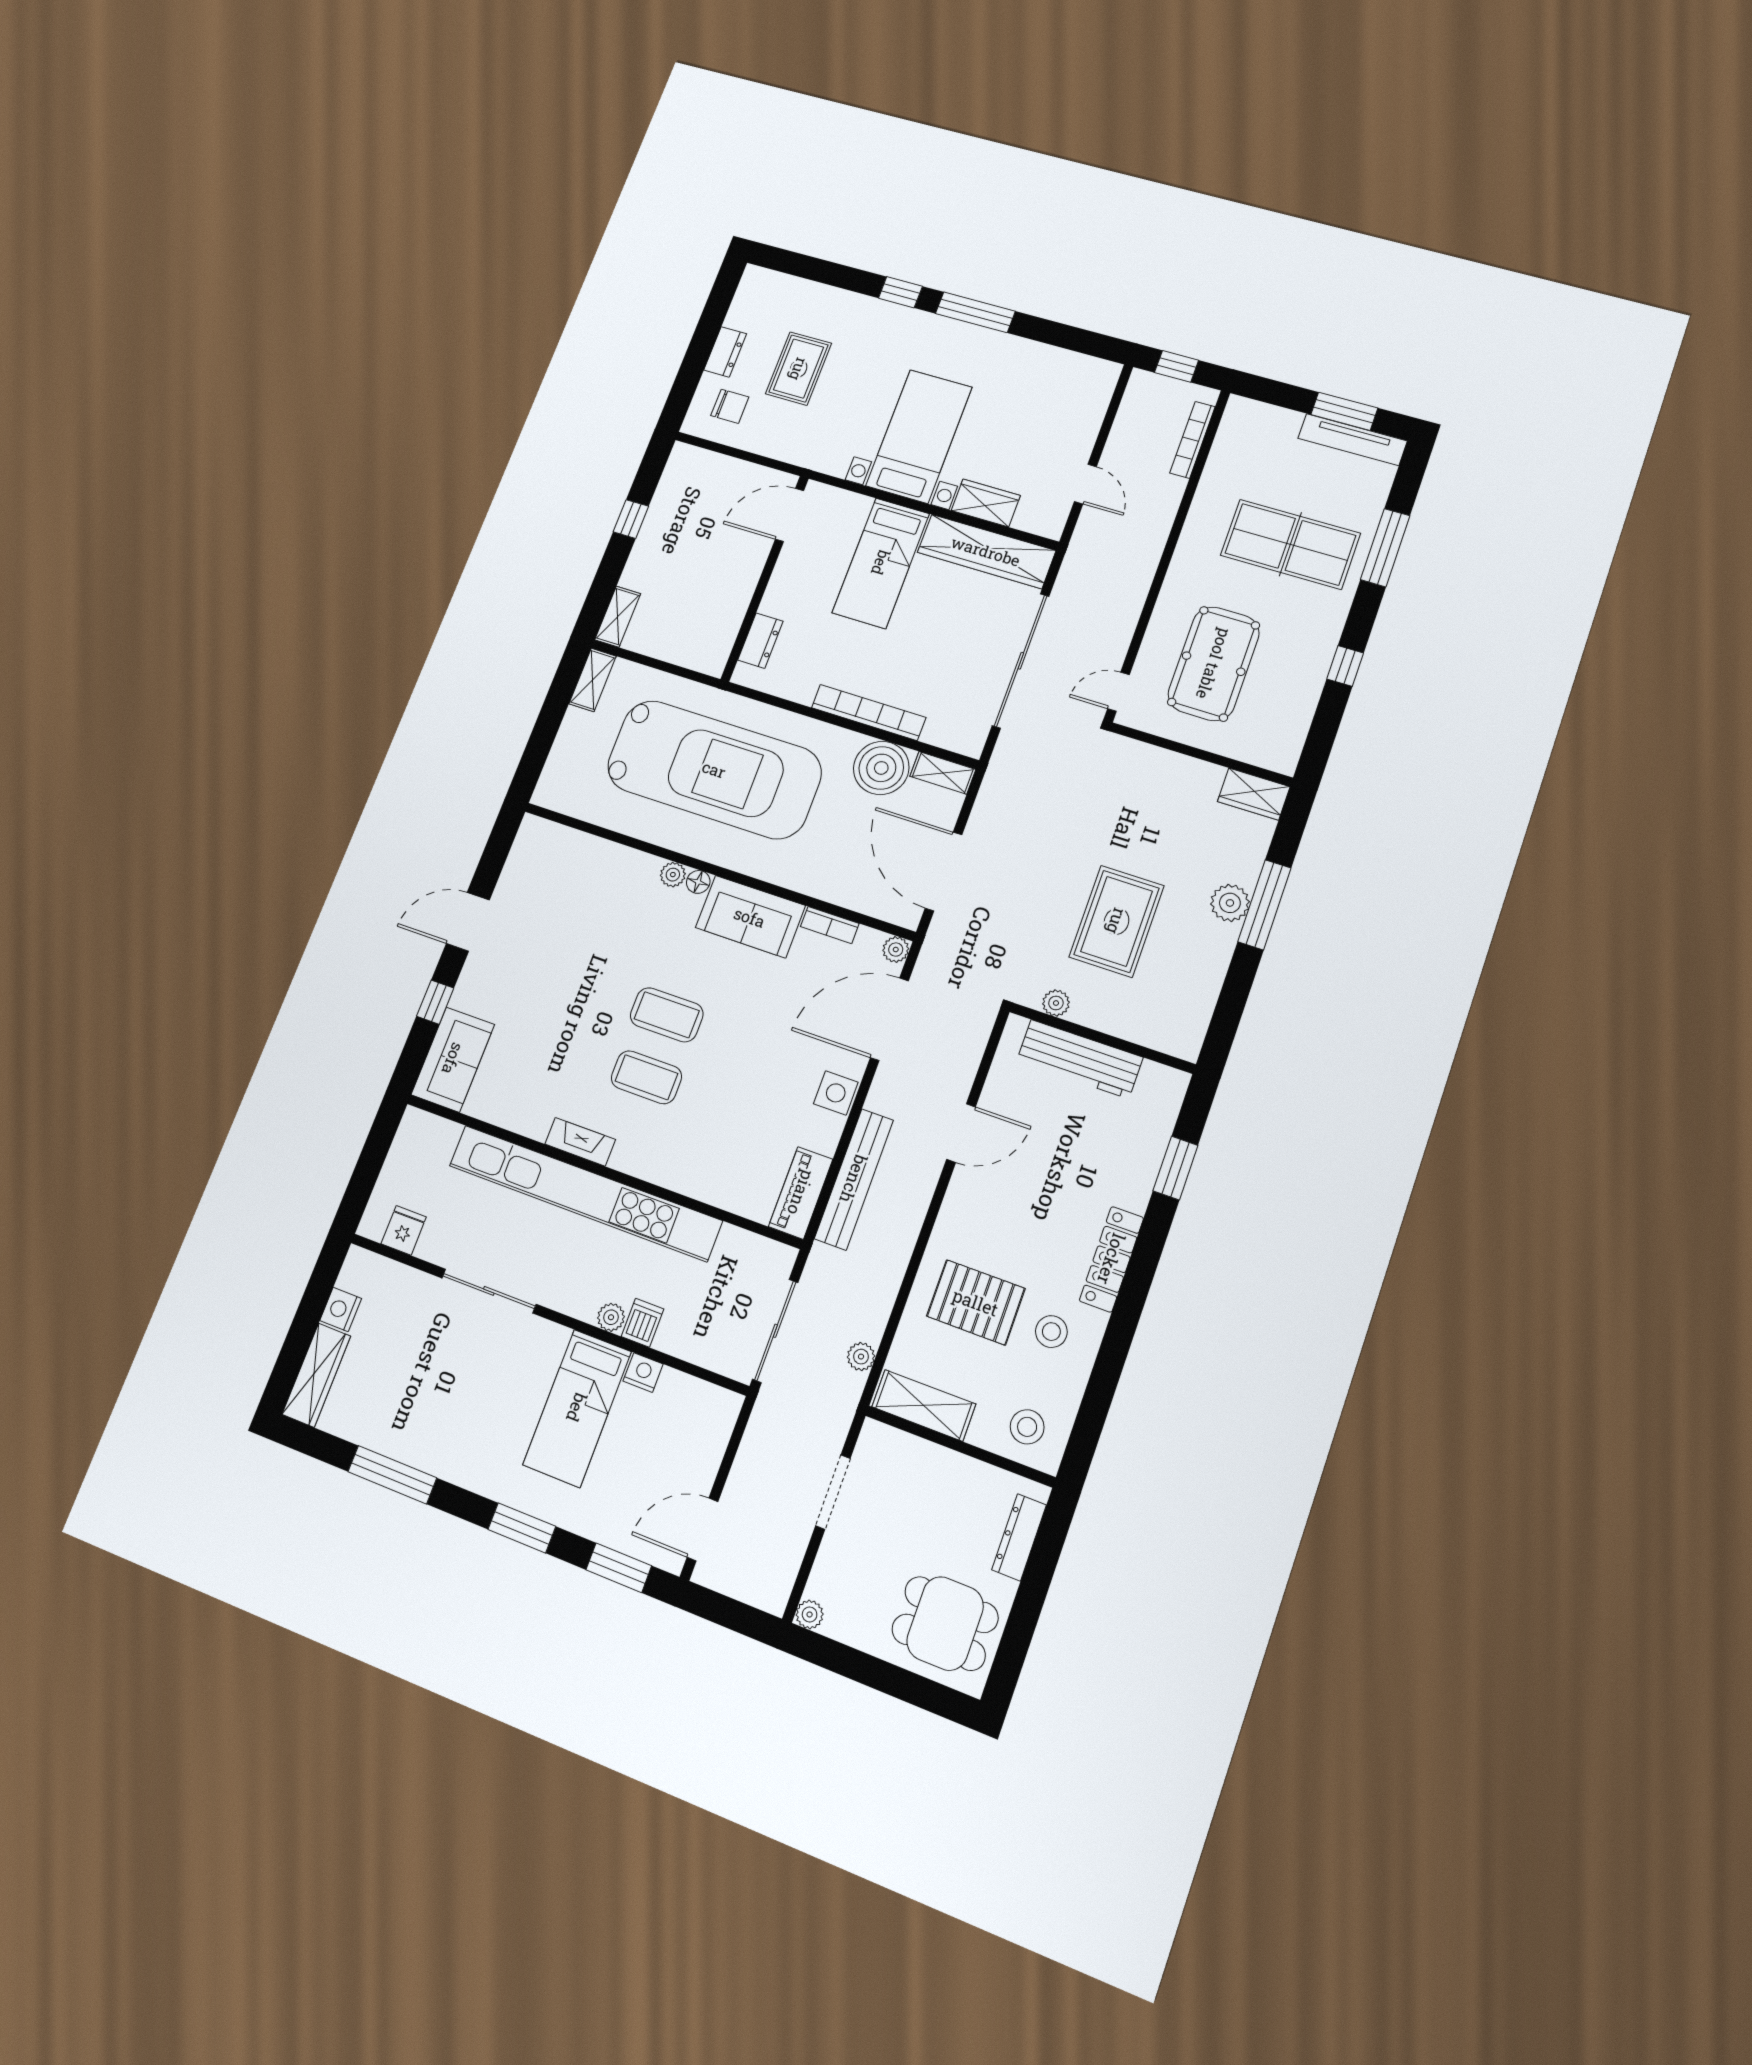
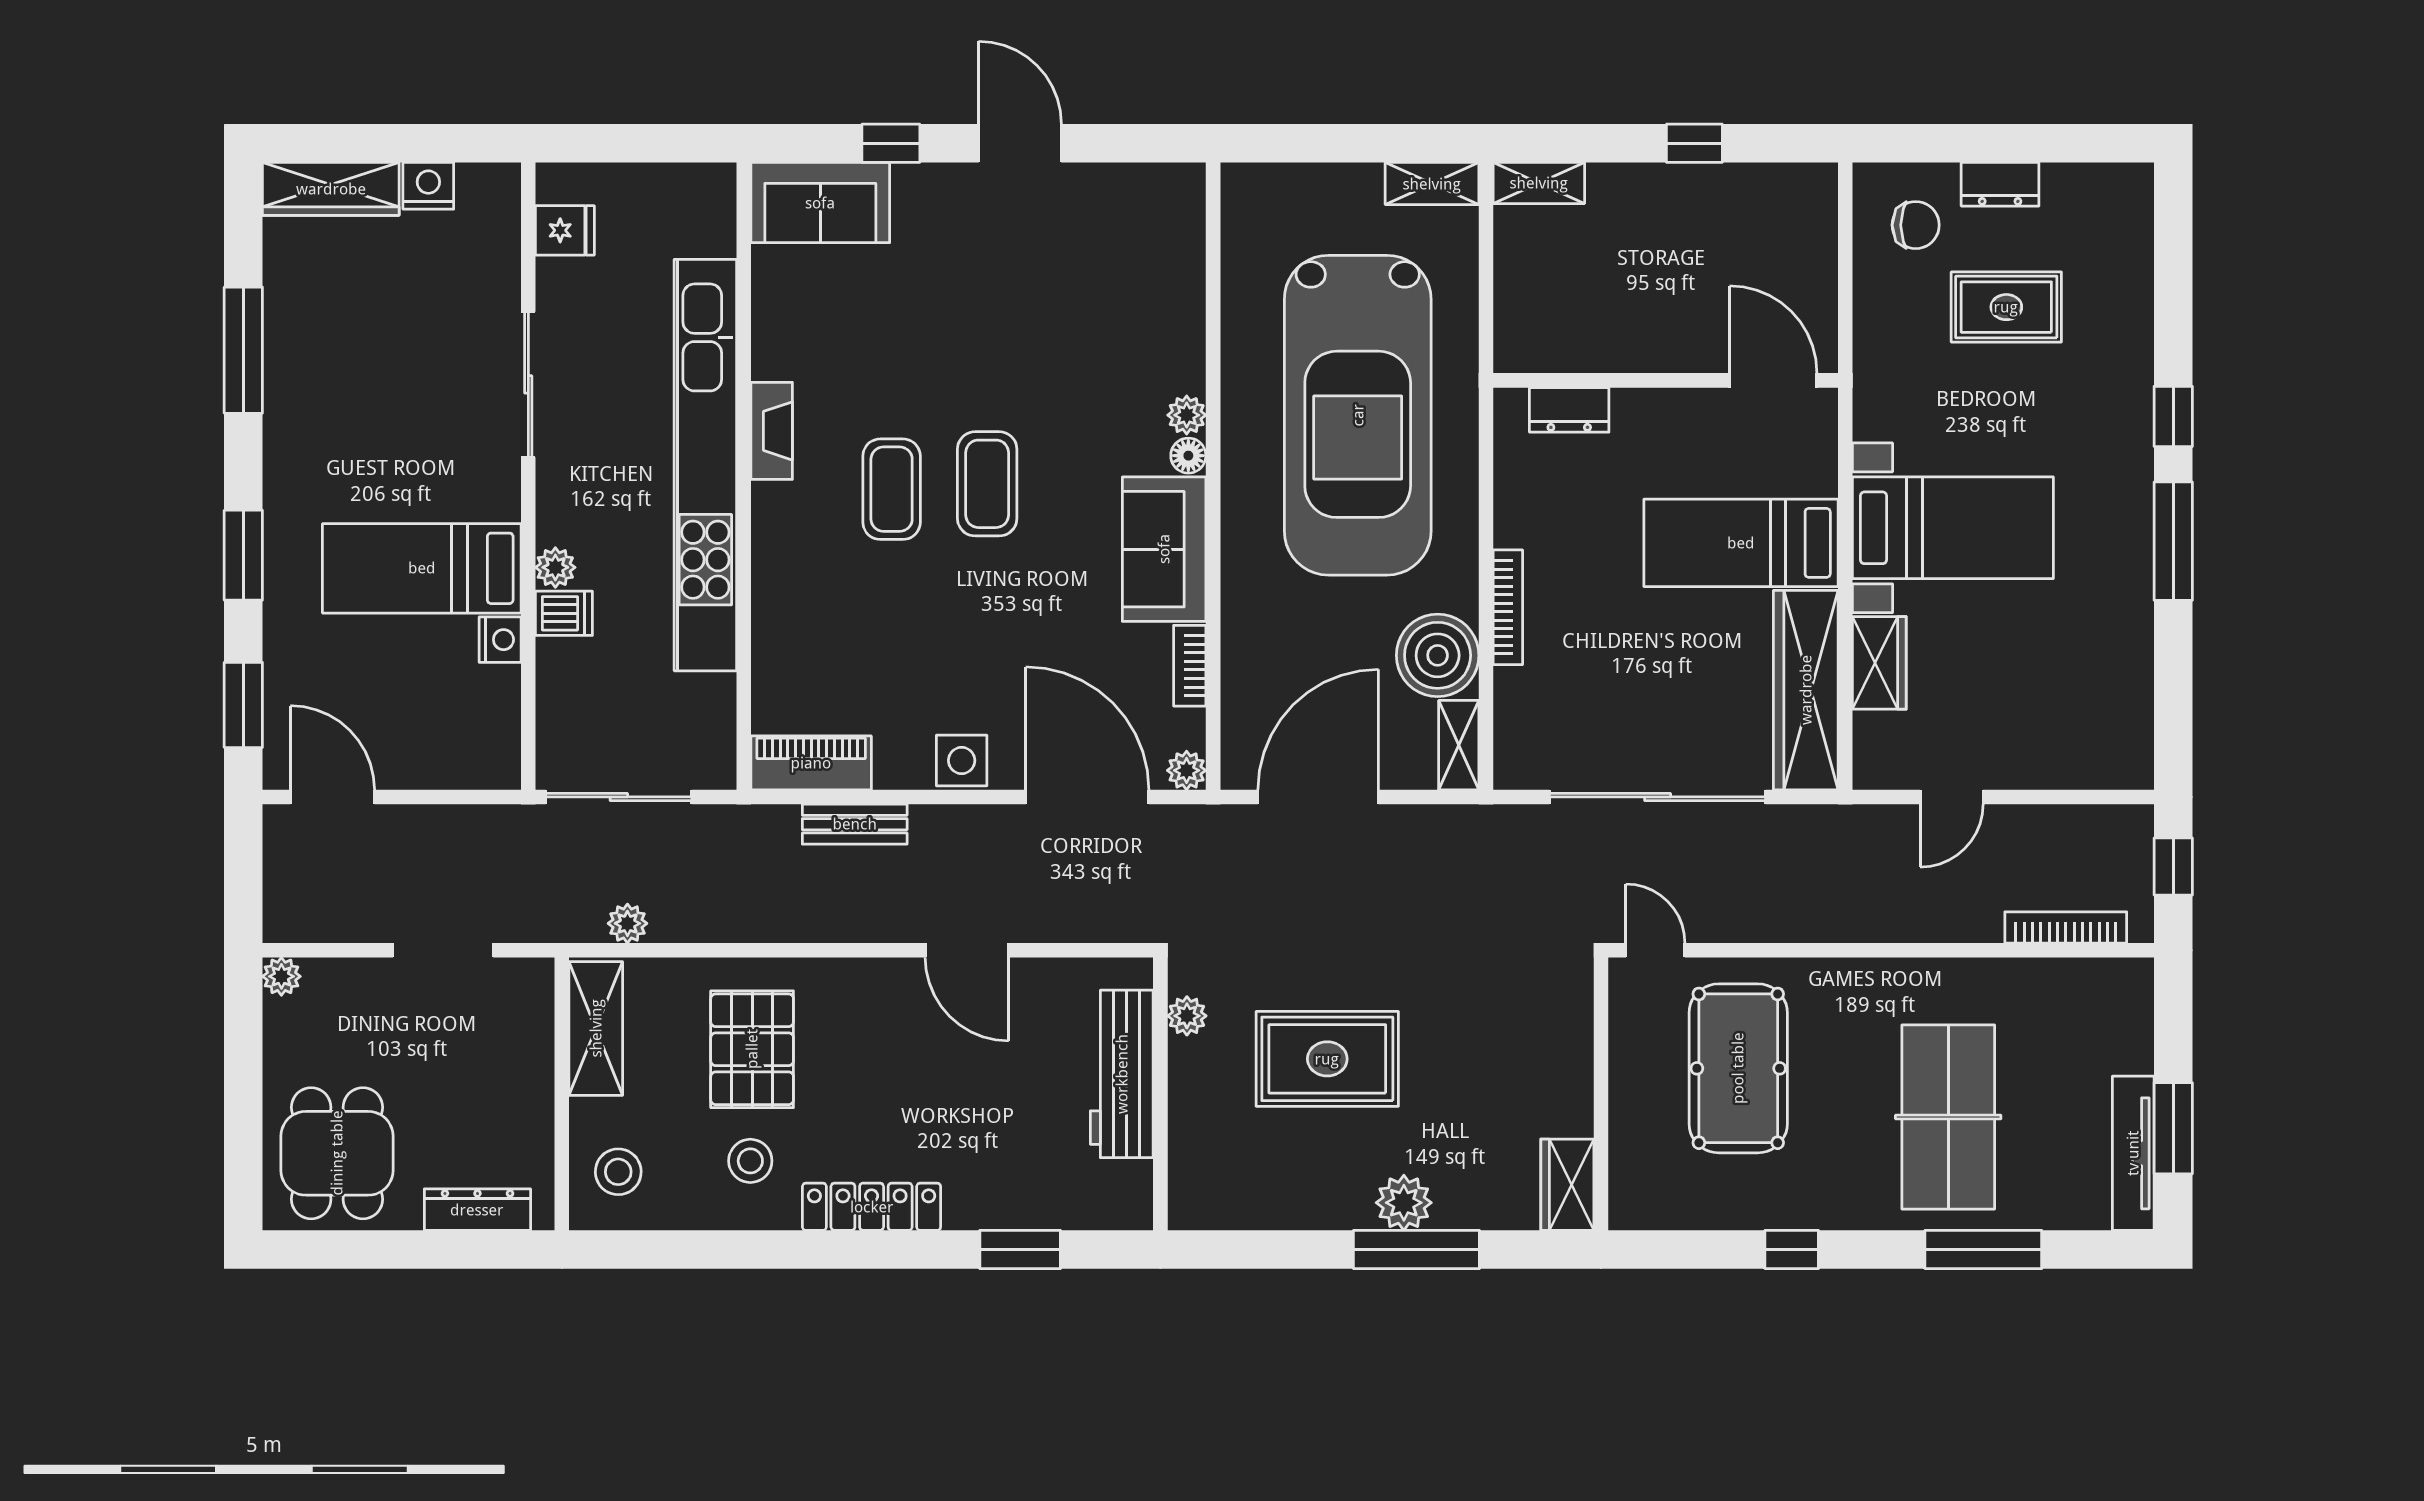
chair: (730, 406) -> (1916, 225), turned -90
pool table: (1214, 664) -> (1738, 1068), turned 90
bookcase: (869, 713) -> (1508, 607), width x0.68, depth x0.76
bench: (854, 1179) -> (855, 824), width x0.54, depth x0.82

